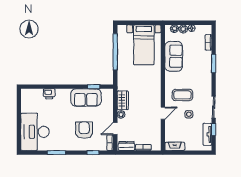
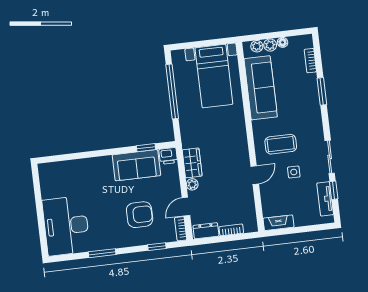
sofa: (174, 56) -> (261, 88), width x1.36
printer: (49, 94) -> (168, 156), moved
armchair: (84, 130) -> (140, 215), turned 90

